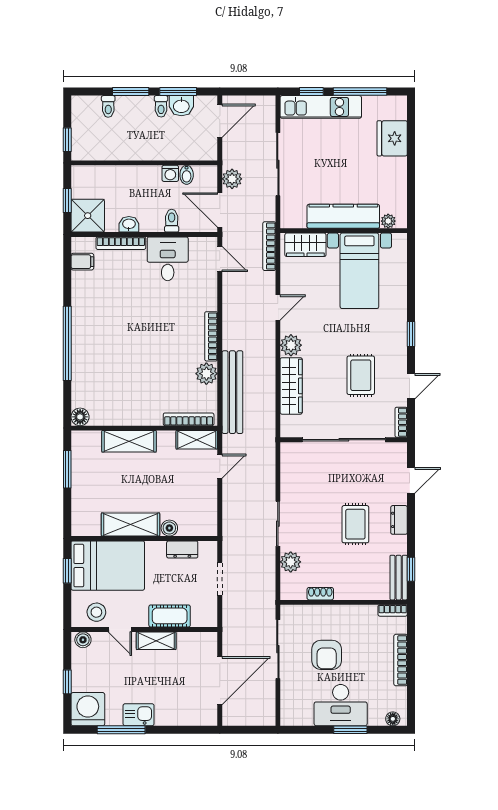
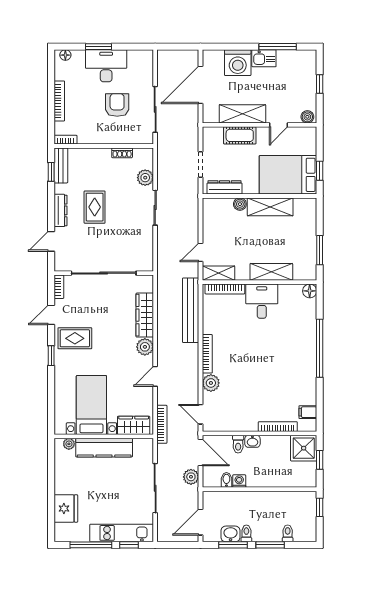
washbasin: (129, 224) -> (252, 441), moved
desk: (168, 259) -> (262, 301), moved, turned 180
plant: (206, 374) -> (211, 383), moved
rug: (361, 375) -> (75, 338), moved, turned 90
dresser: (399, 520) -> (60, 210), width x1.44
dresser: (182, 549) -> (225, 187), width x1.44
stool: (96, 612) -> (297, 138), removed
door: (120, 629) -> (279, 125), swing flipped
shelving: (156, 641) -> (242, 114), width x1.50, depth x1.33
washing machine: (88, 709) -> (238, 63), moved

